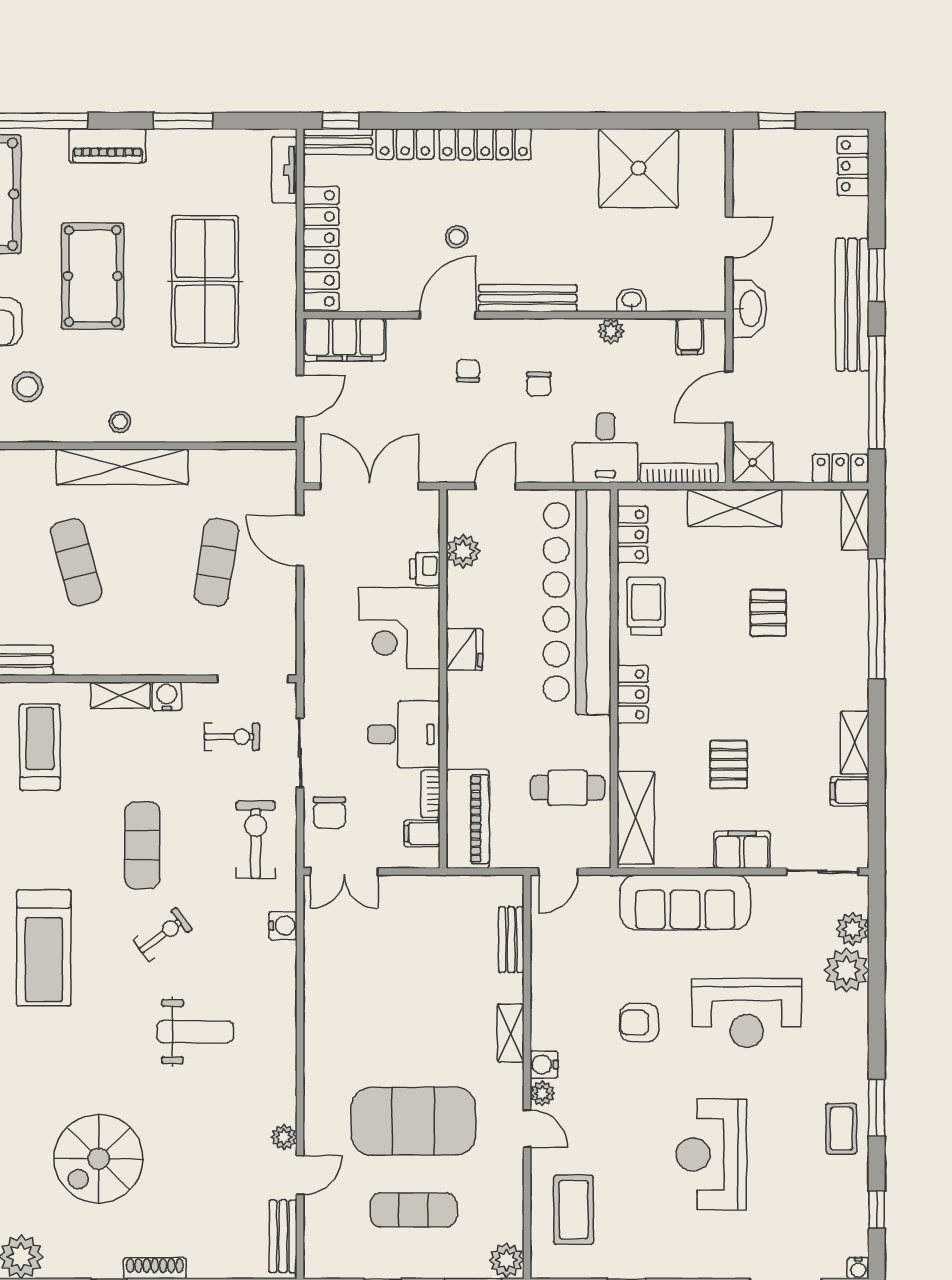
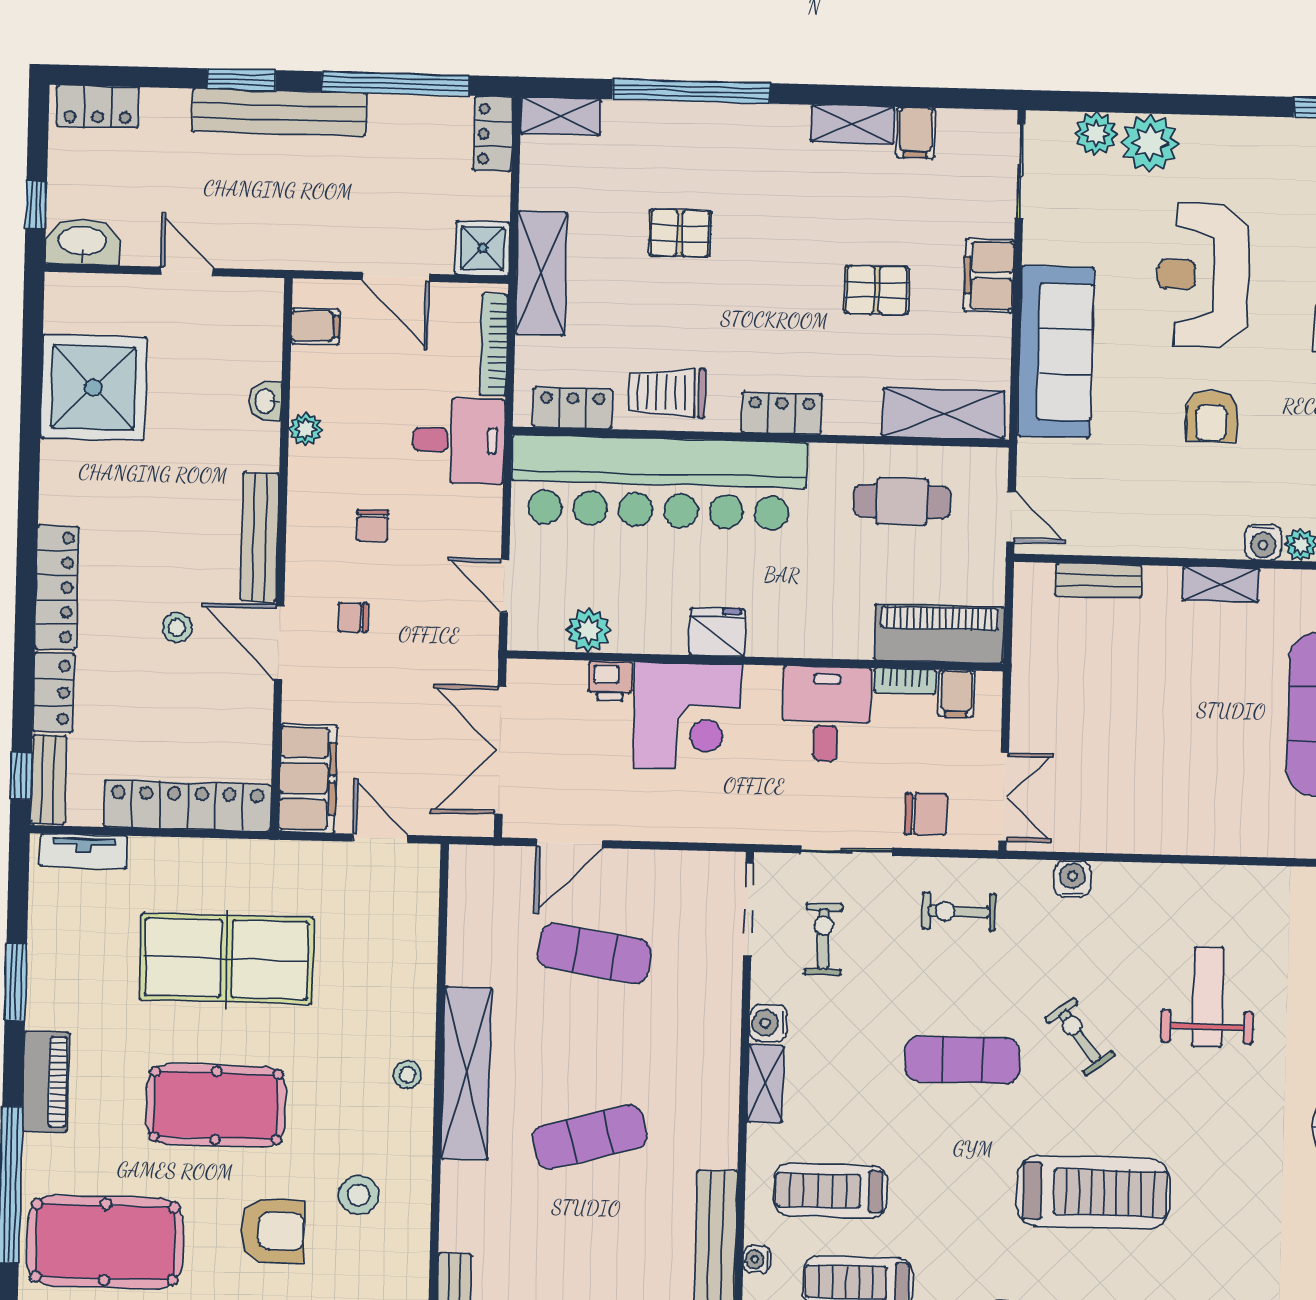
washbasin: (750, 309) -> (83, 242), moved
chair: (539, 384) -> (372, 525), turned 90
cafe table: (568, 788) -> (902, 501), turned 90
exercise bike: (256, 840) -> (959, 911), width x0.73, depth x0.72
reception desk: (747, 1013) -> (1203, 275), turned 180

